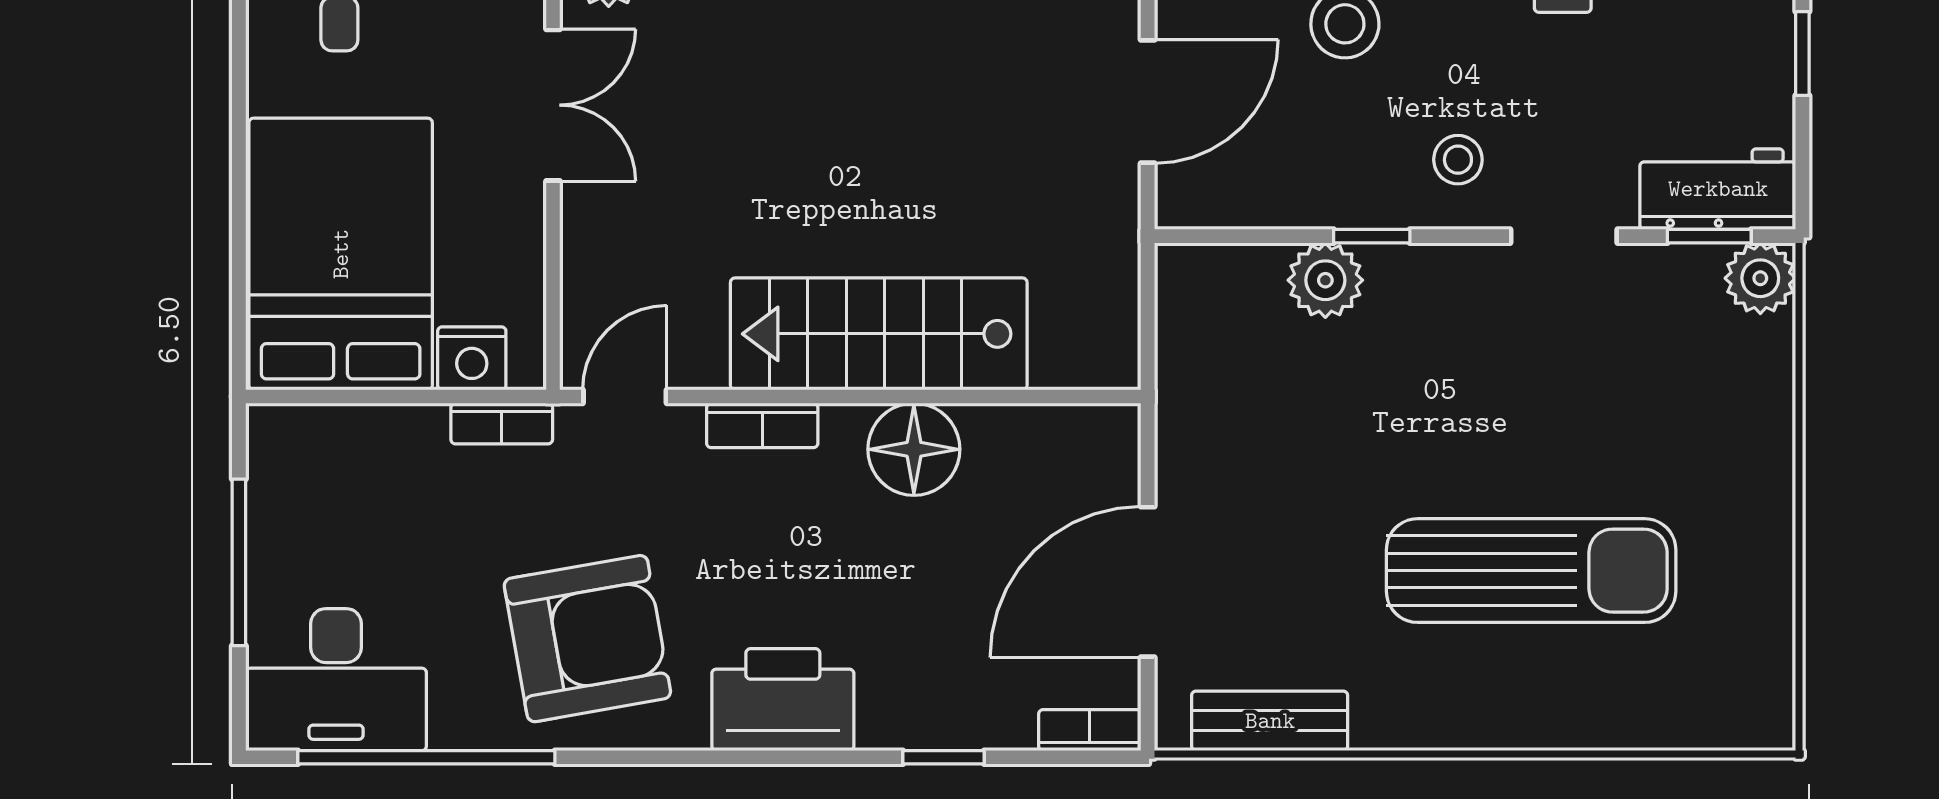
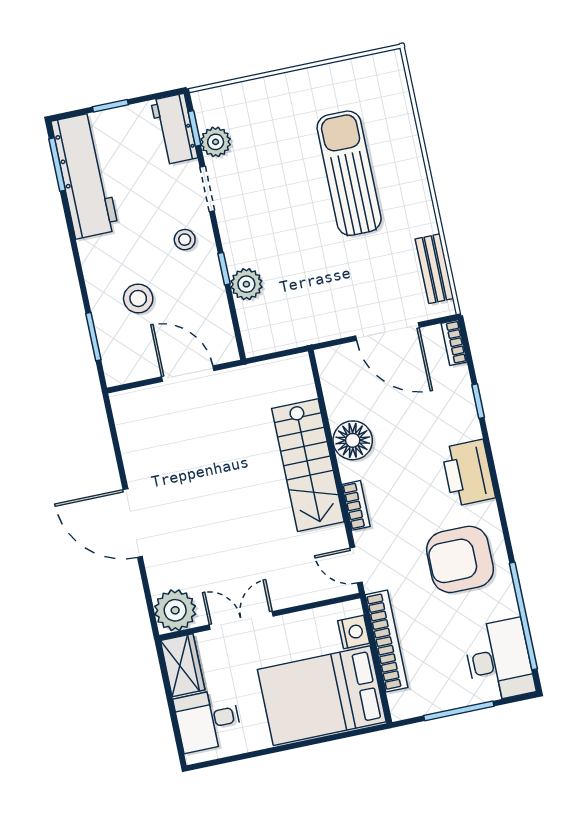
plant: (1760, 278) -> (216, 142), moved
bookcase: (502, 424) -> (387, 641), width x2.31, depth x1.31
armchair: (587, 639) -> (460, 559), turned -80

